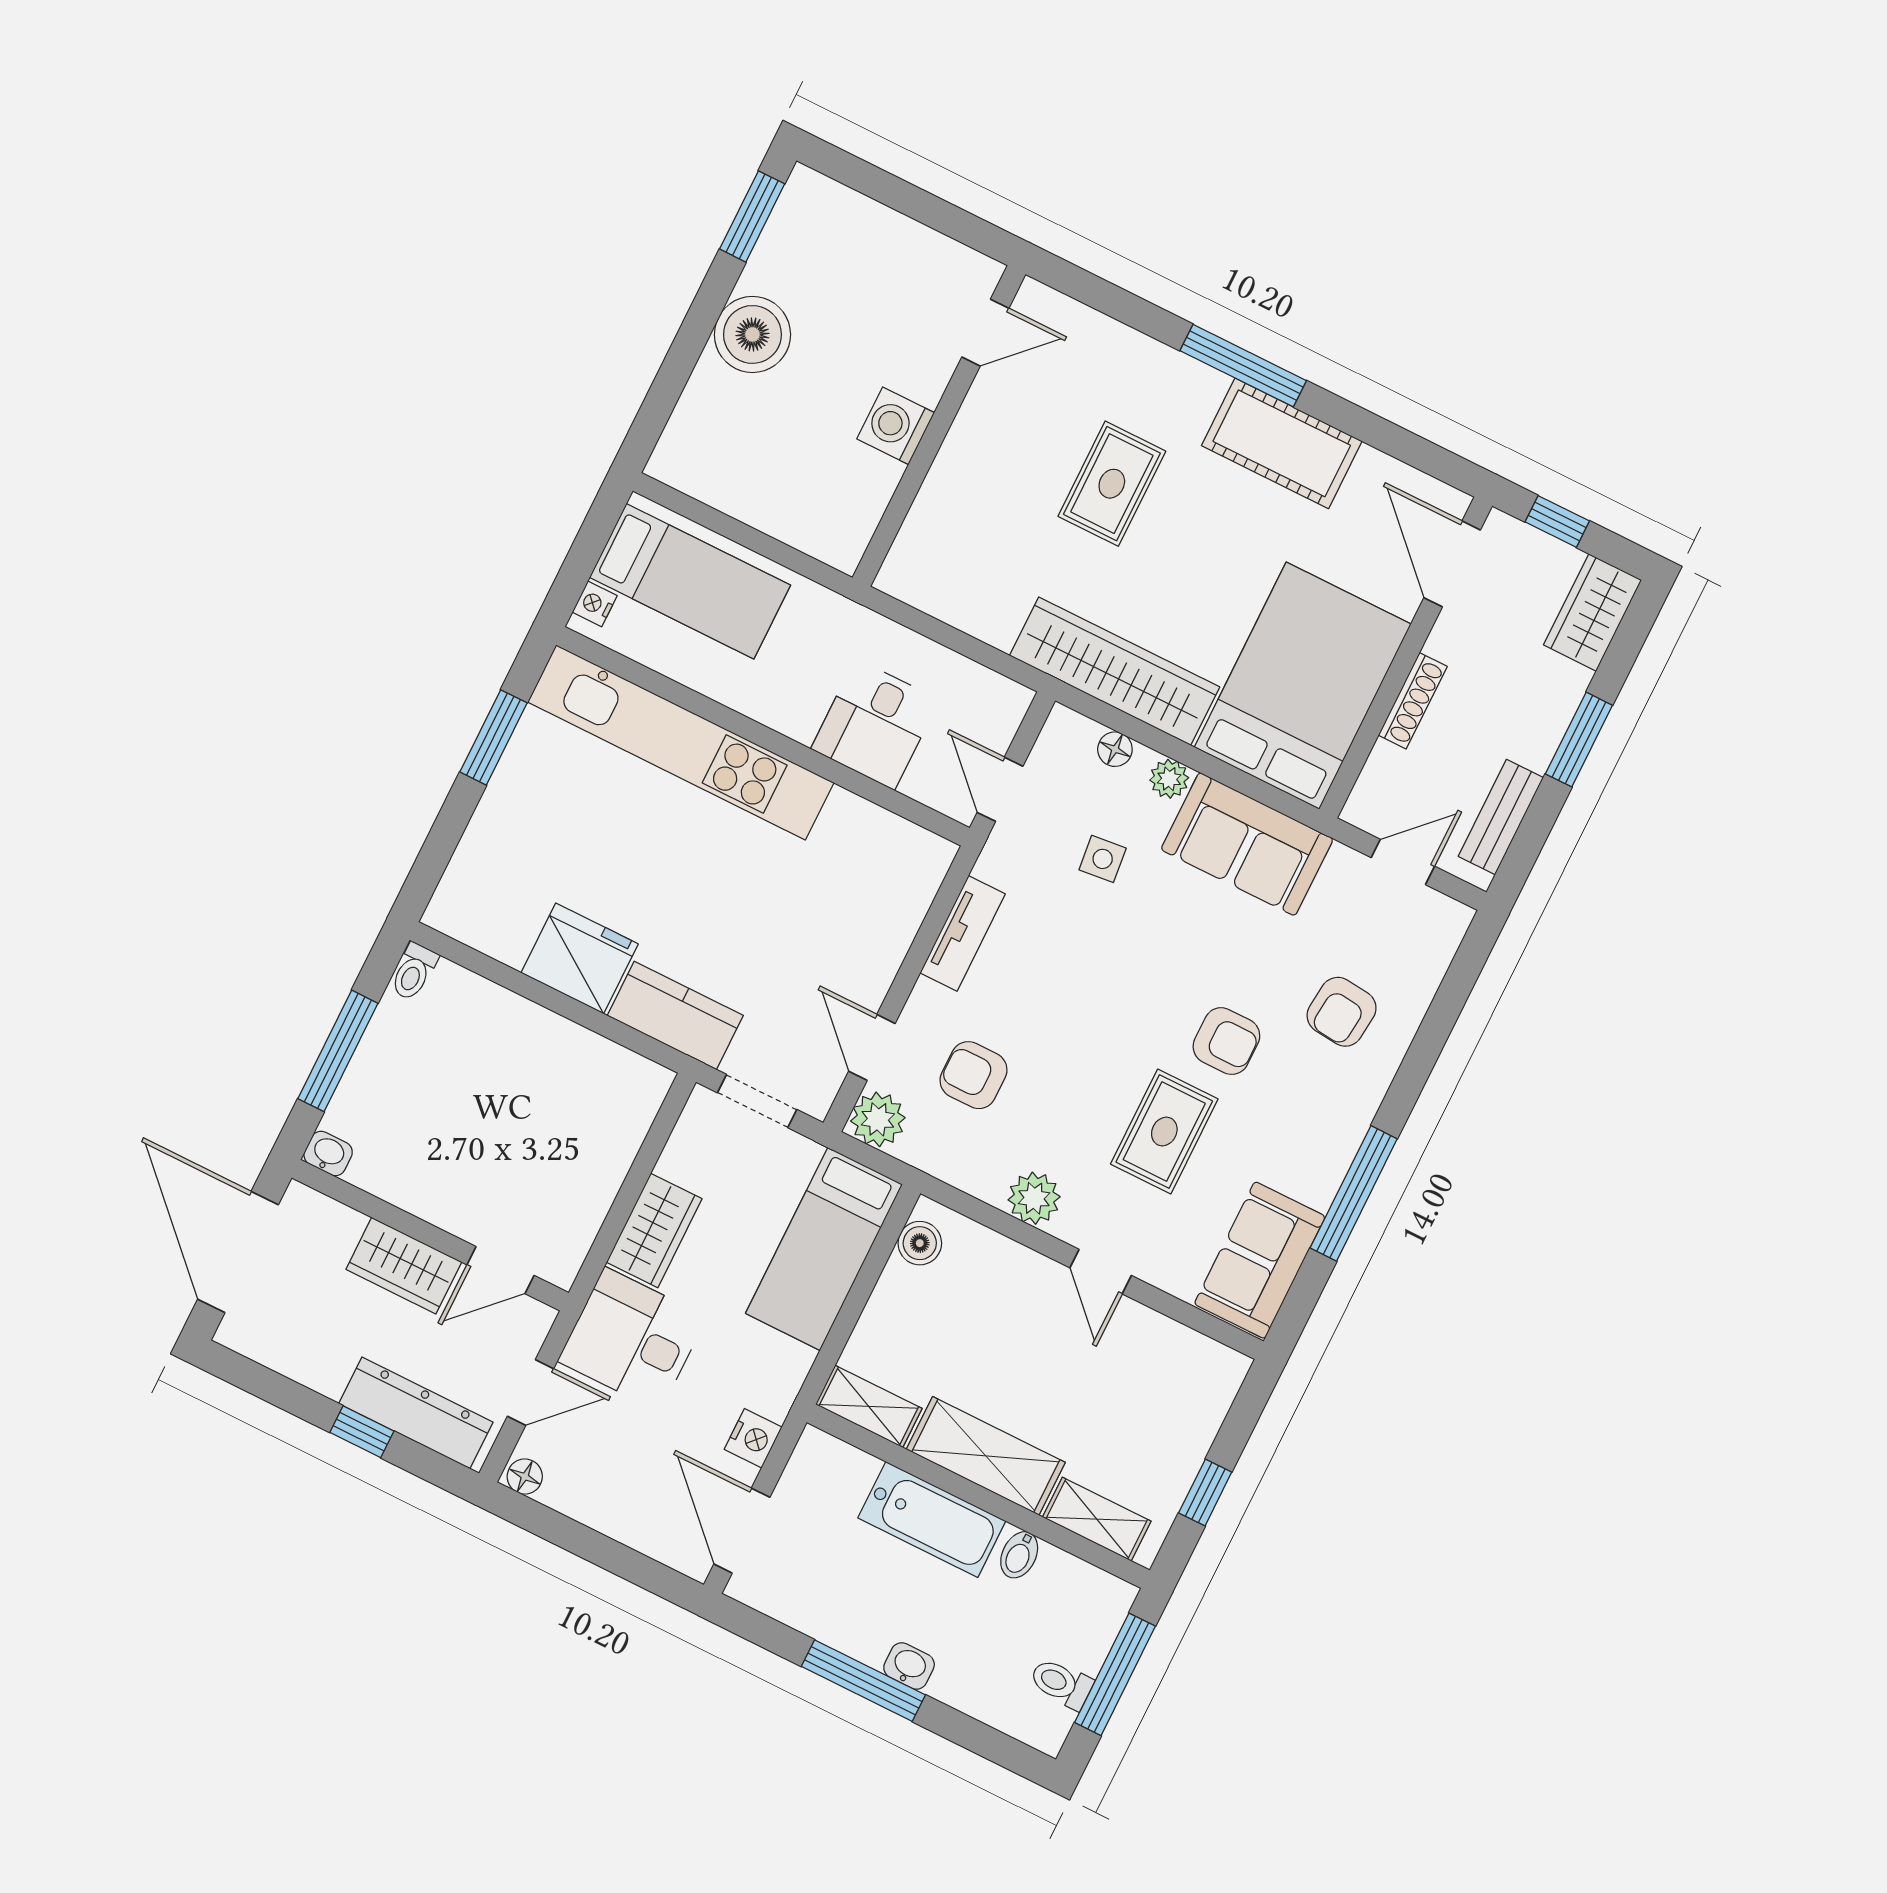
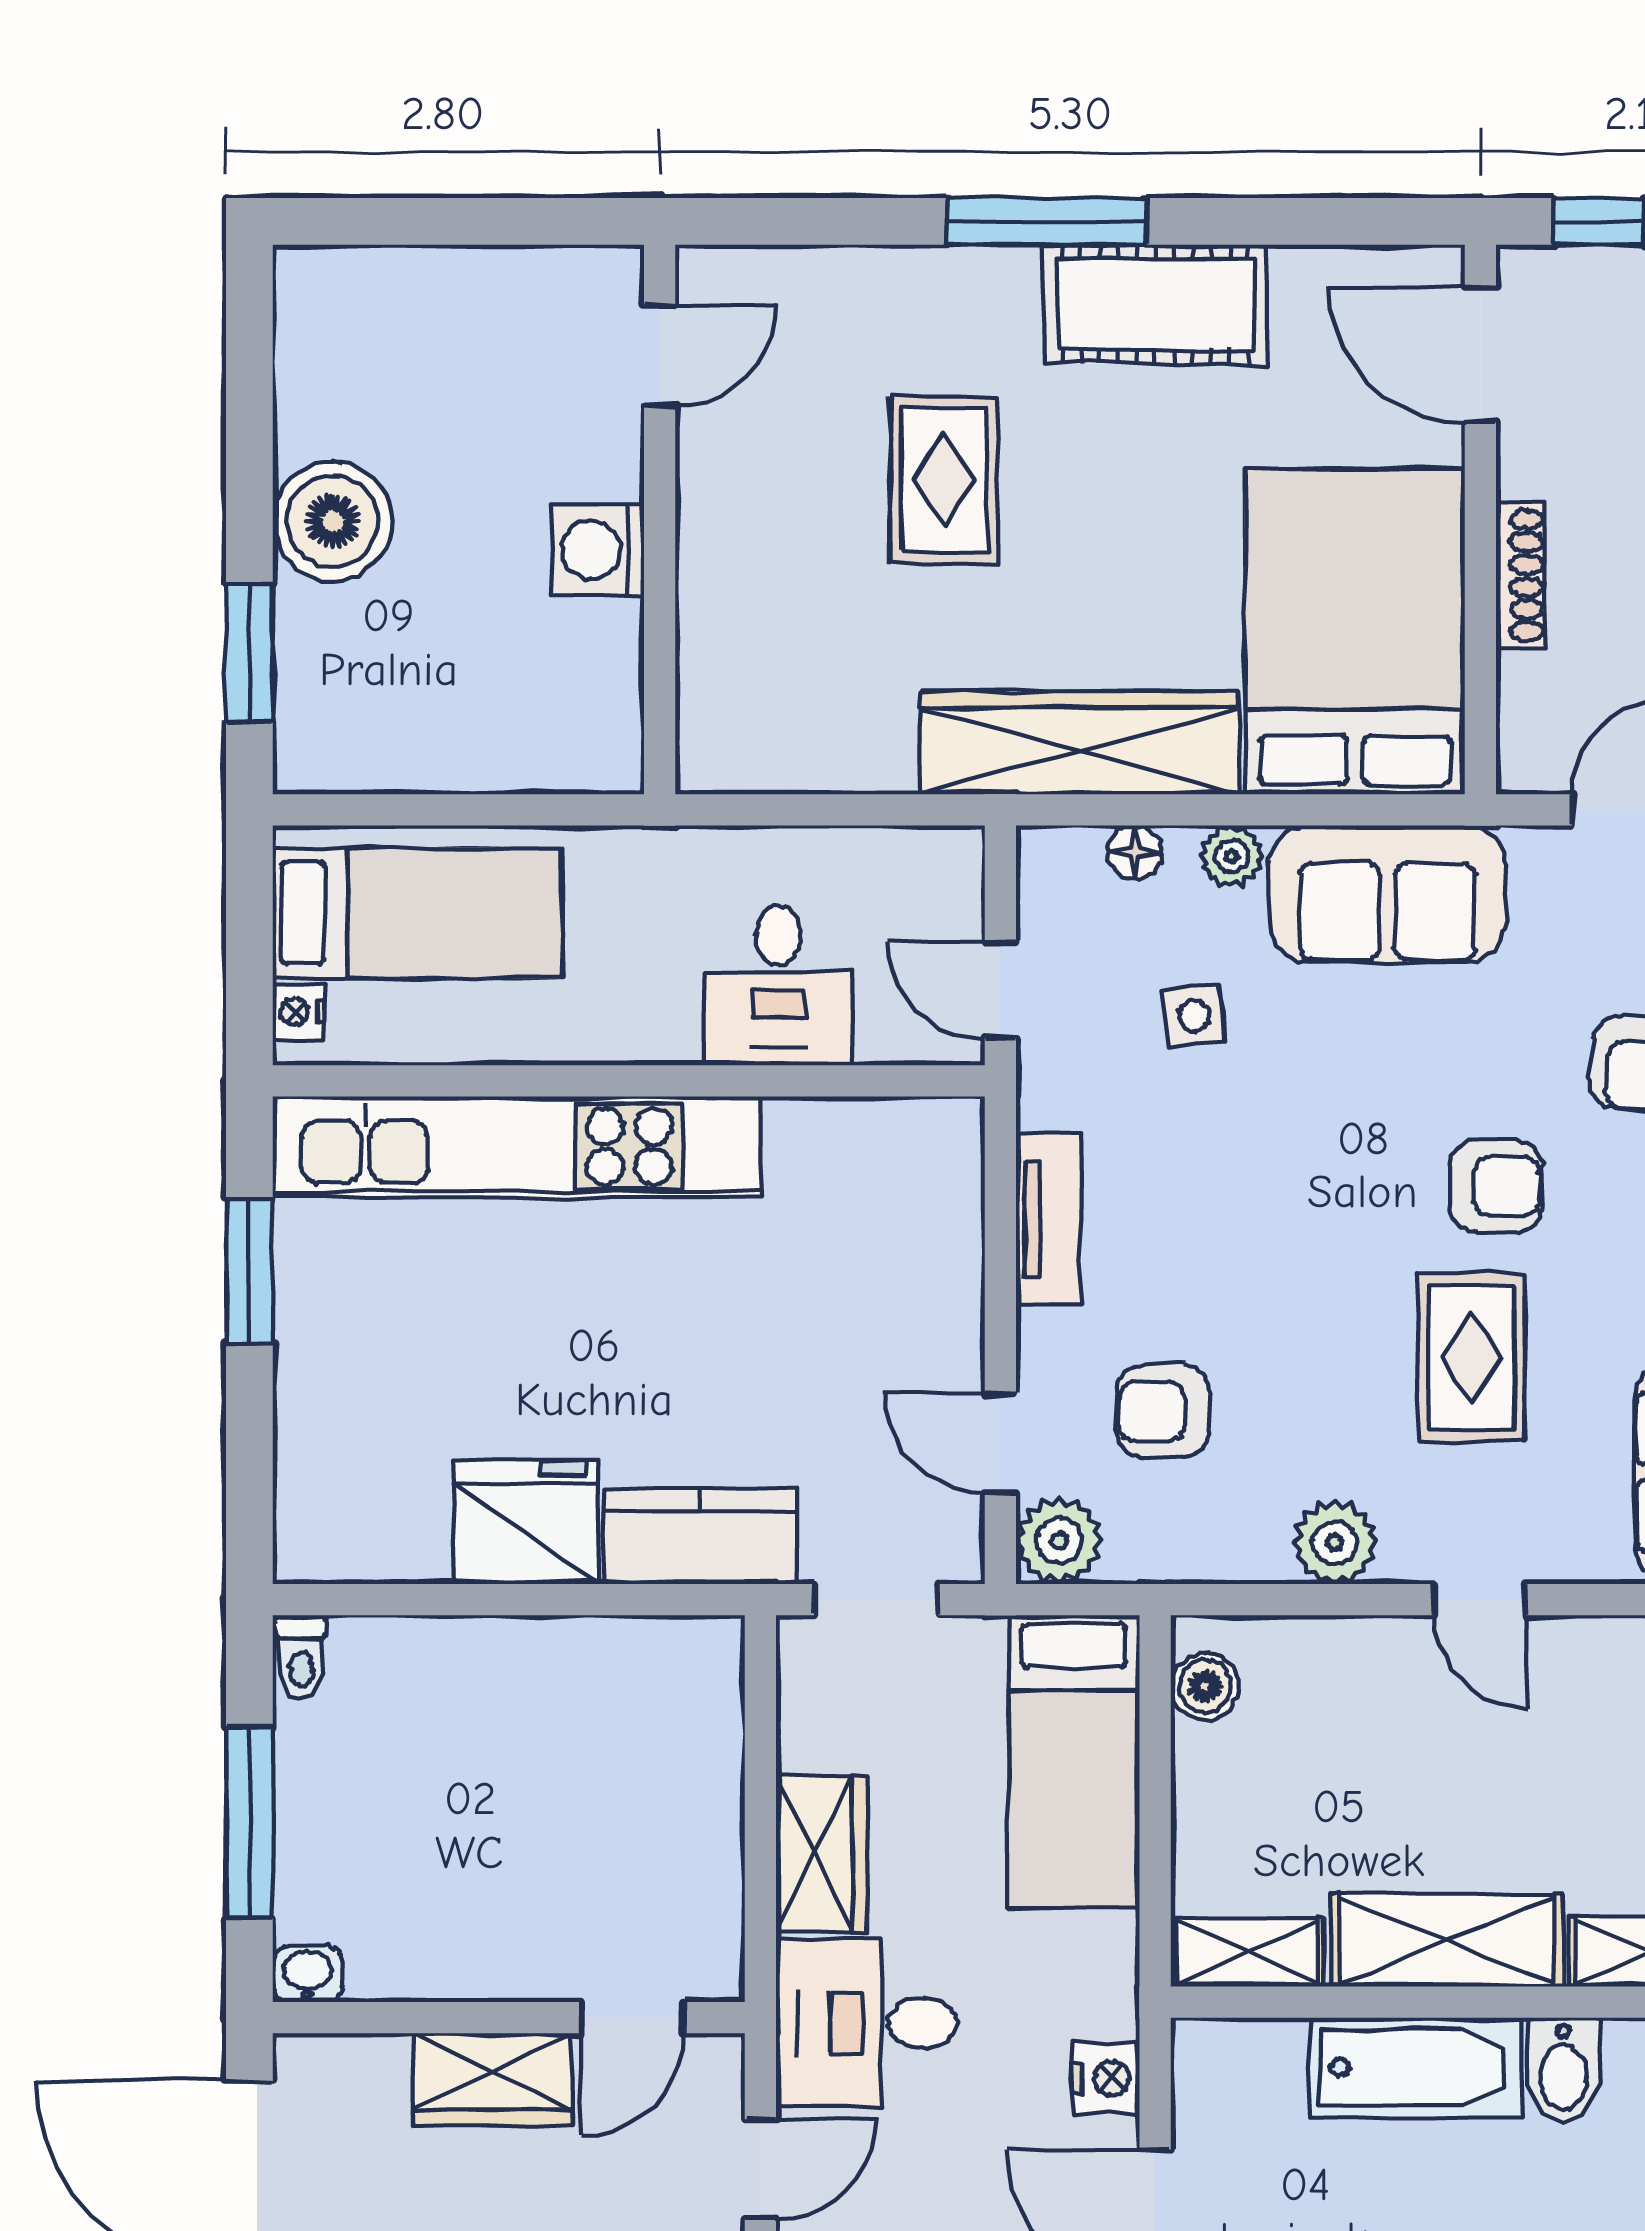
window: (752, 216) -> (249, 653), moved
bidet: (1019, 1555) -> (1564, 2070), width x1.38, depth x1.36

